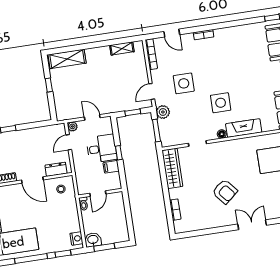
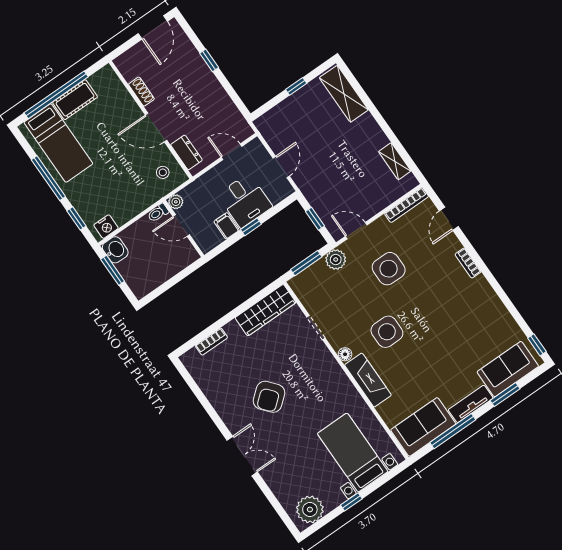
plant: (72, 126) -> (176, 202), moved
door: (32, 180) -> (156, 128), hinge flipped

